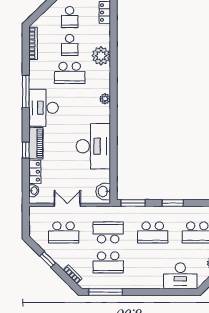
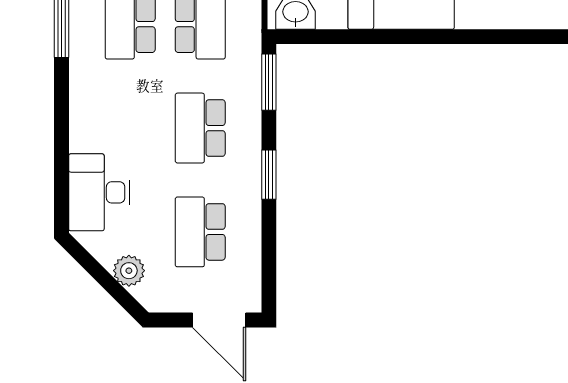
plant: (105, 99) -> (512, 17), removed

